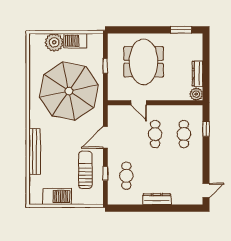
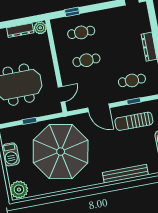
plant: (54, 42) -> (19, 190), moved
door: (139, 103) -> (61, 94), moved

